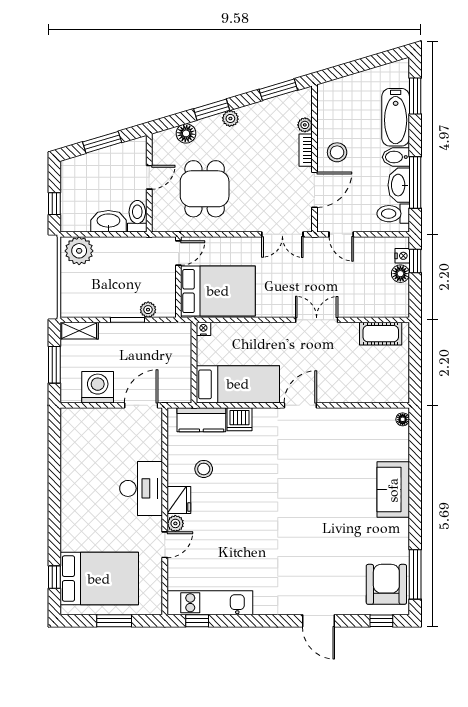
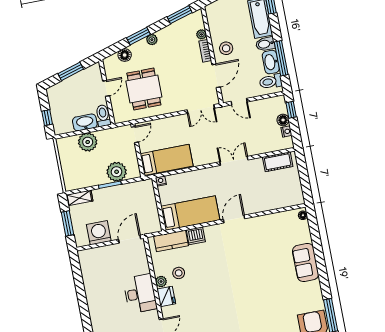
plant: (79, 251) -> (88, 142), moved
nightstand: (402, 256) -> (286, 131), moved
bed: (218, 291) -> (167, 160), width x0.67
plant: (148, 310) -> (117, 172), width x1.87, depth x1.87
plant: (175, 523) -> (161, 281), moved

